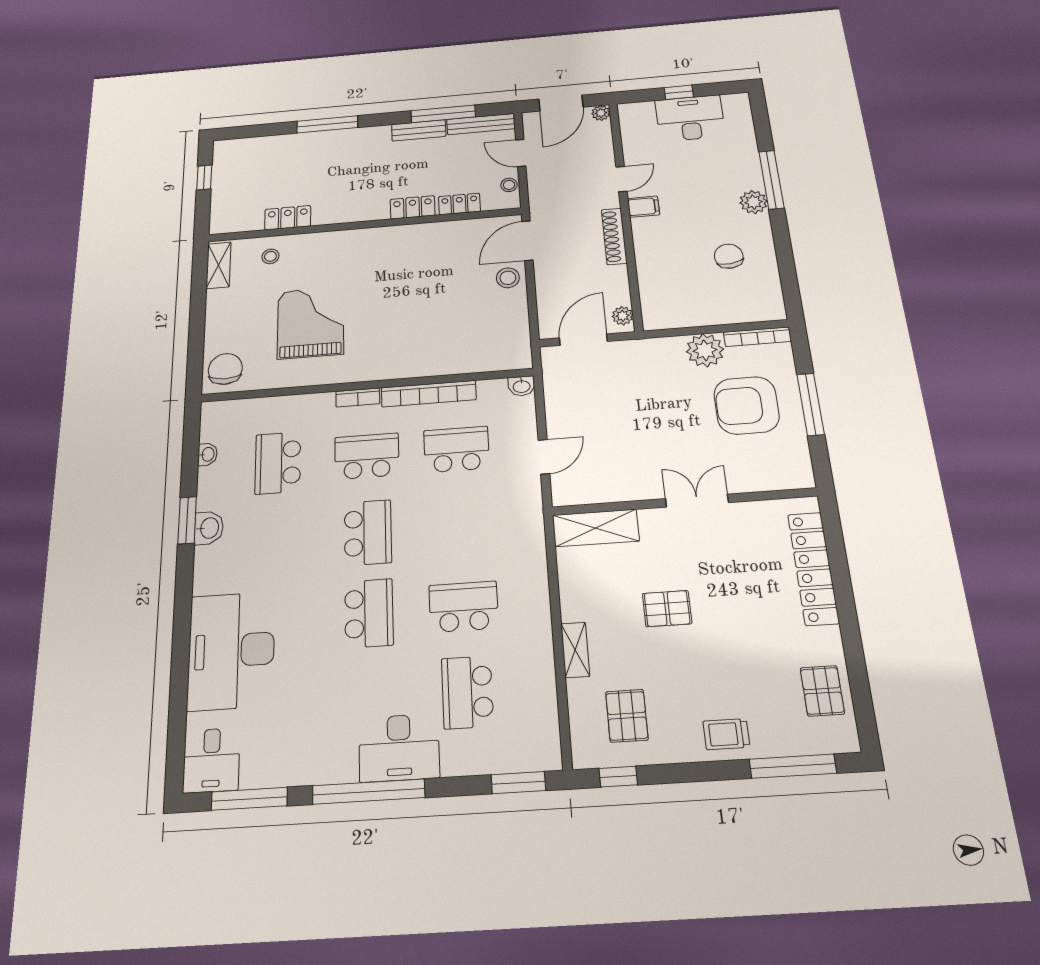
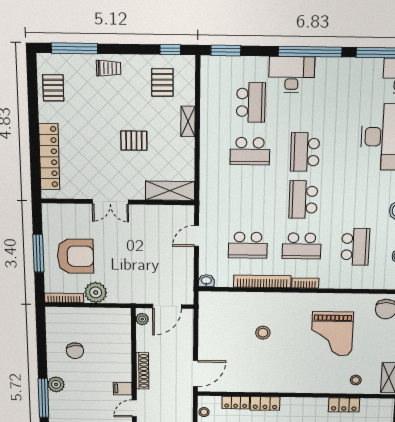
stool: (508, 278) -> (263, 333), moved

